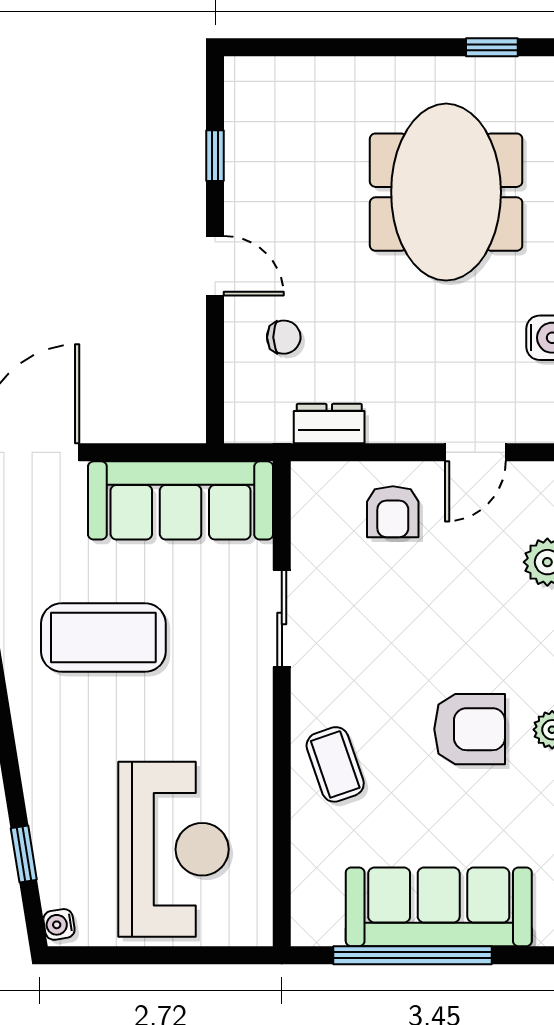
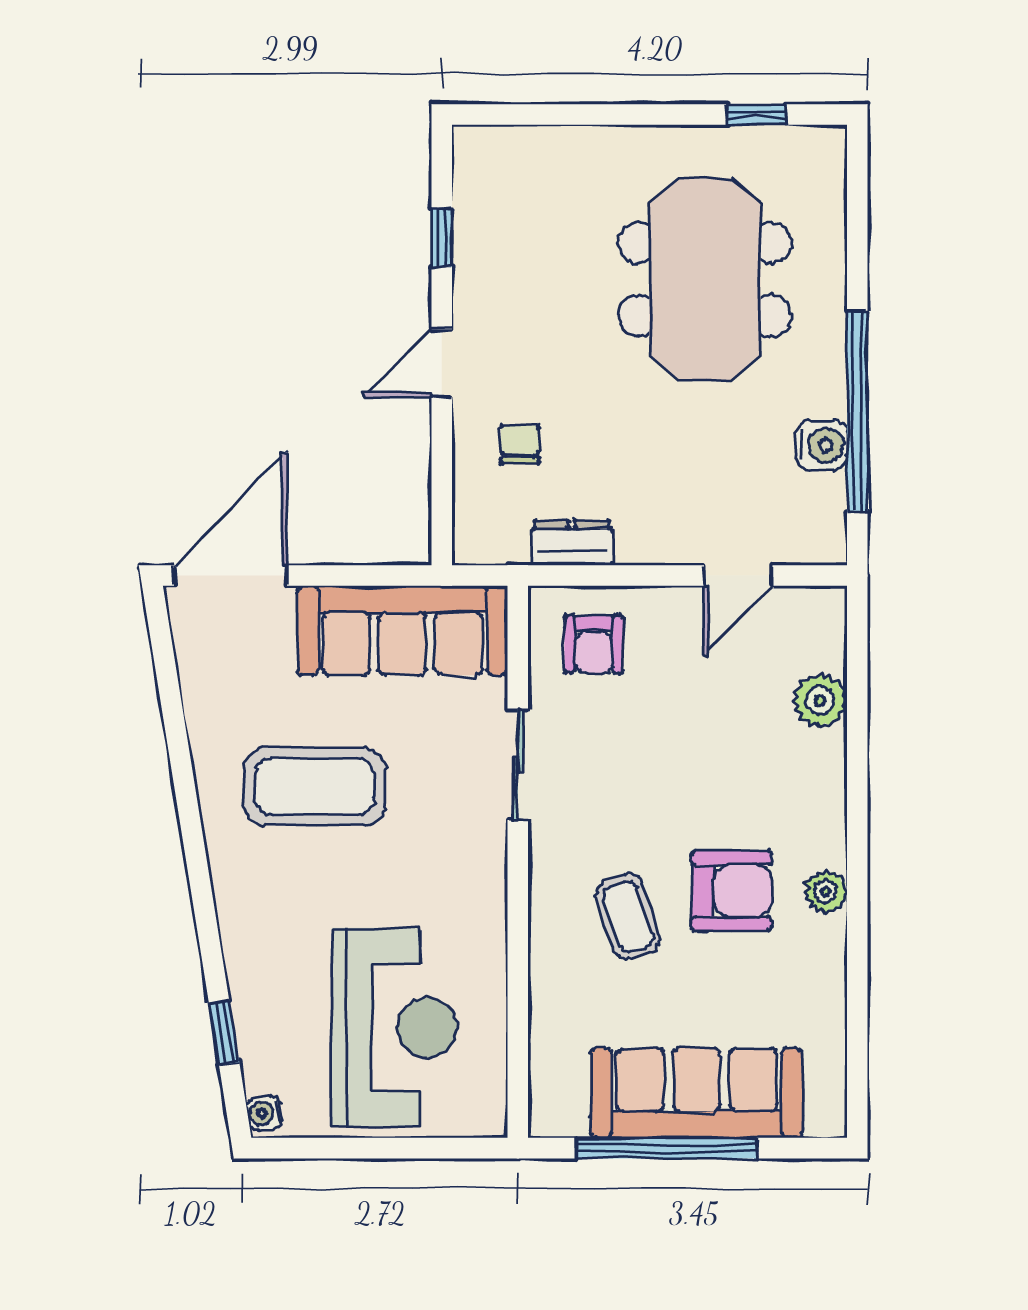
door: (215, 266) -> (442, 363), swing flipped
chair: (284, 337) -> (520, 444), turned -89
armchair: (393, 512) -> (593, 644), moved
coffee table: (335, 764) -> (628, 917), moved

